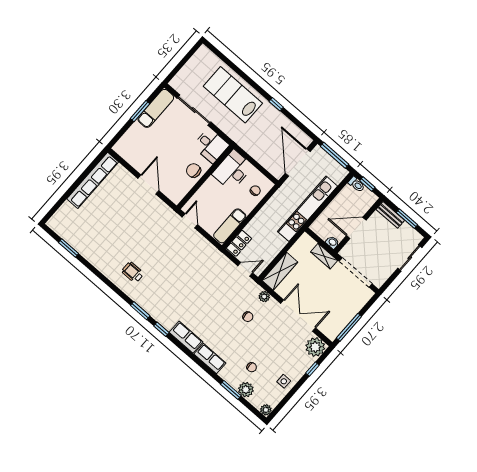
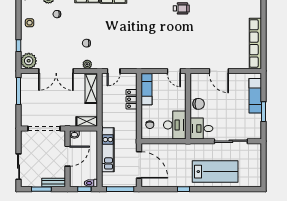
exam couch: (156, 108) -> (255, 96), moved
kitchen unit: (308, 209) -> (108, 150), width x0.73
locker: (239, 243) -> (131, 99), moved
shelving: (324, 256) -> (87, 121), moved

